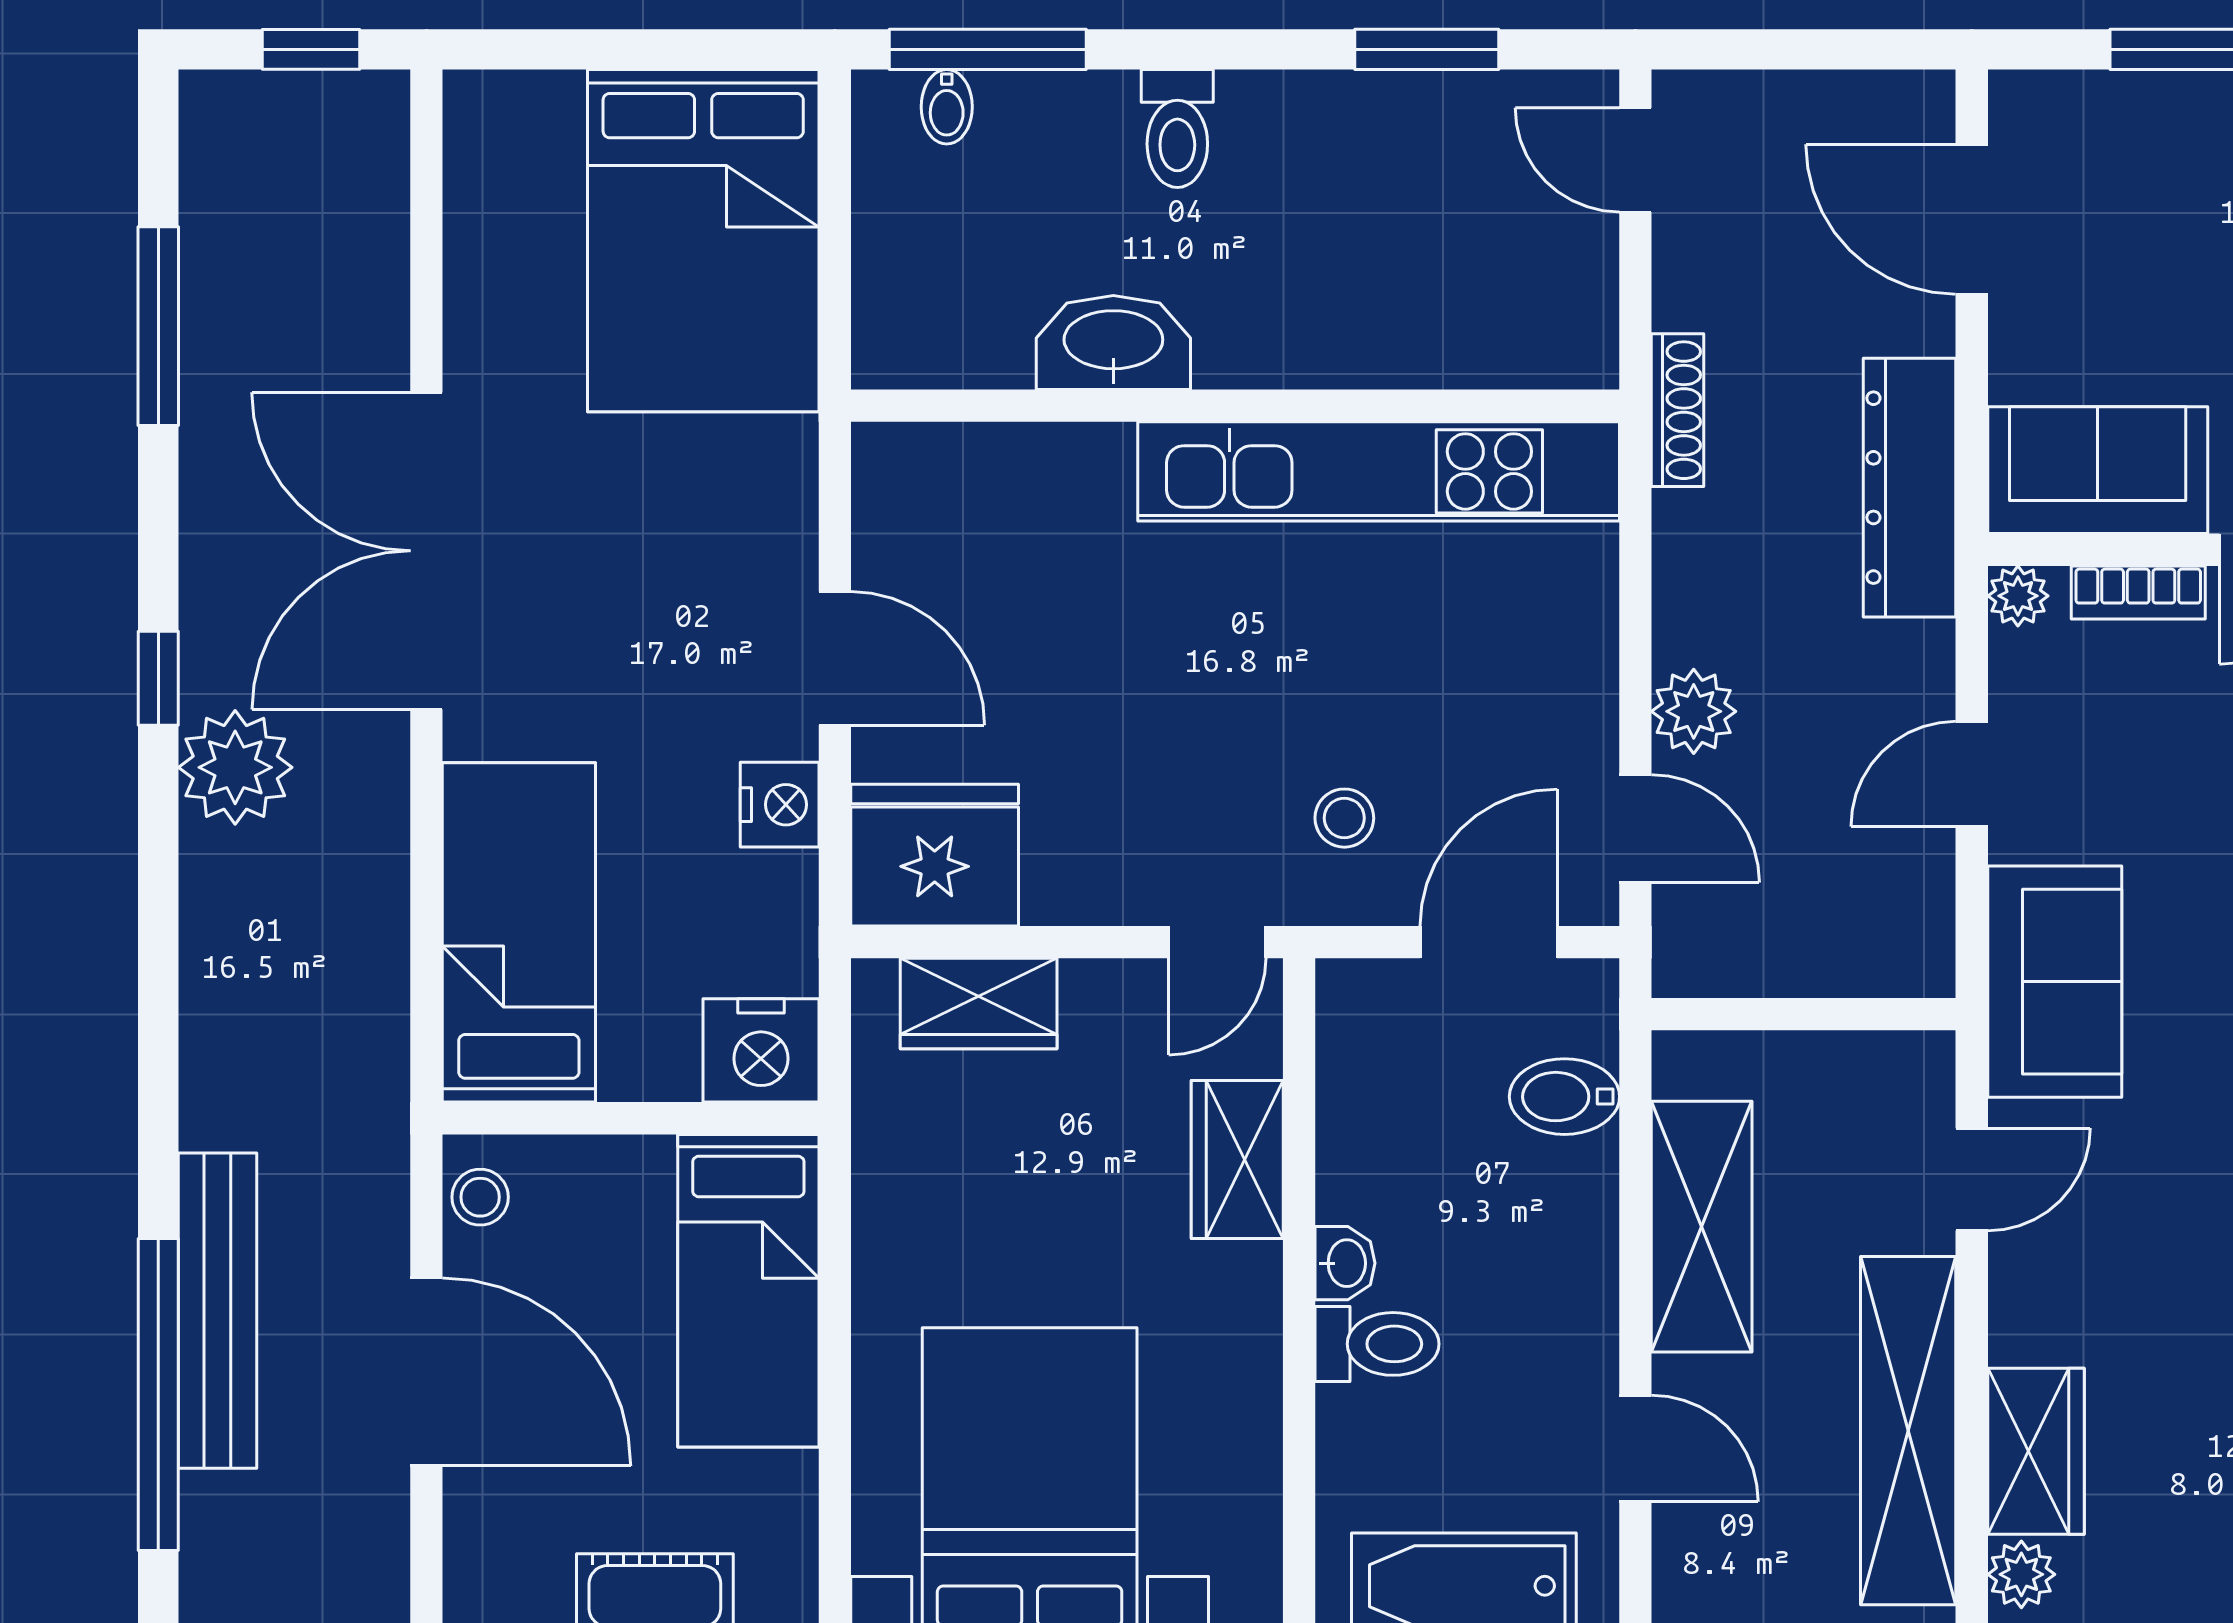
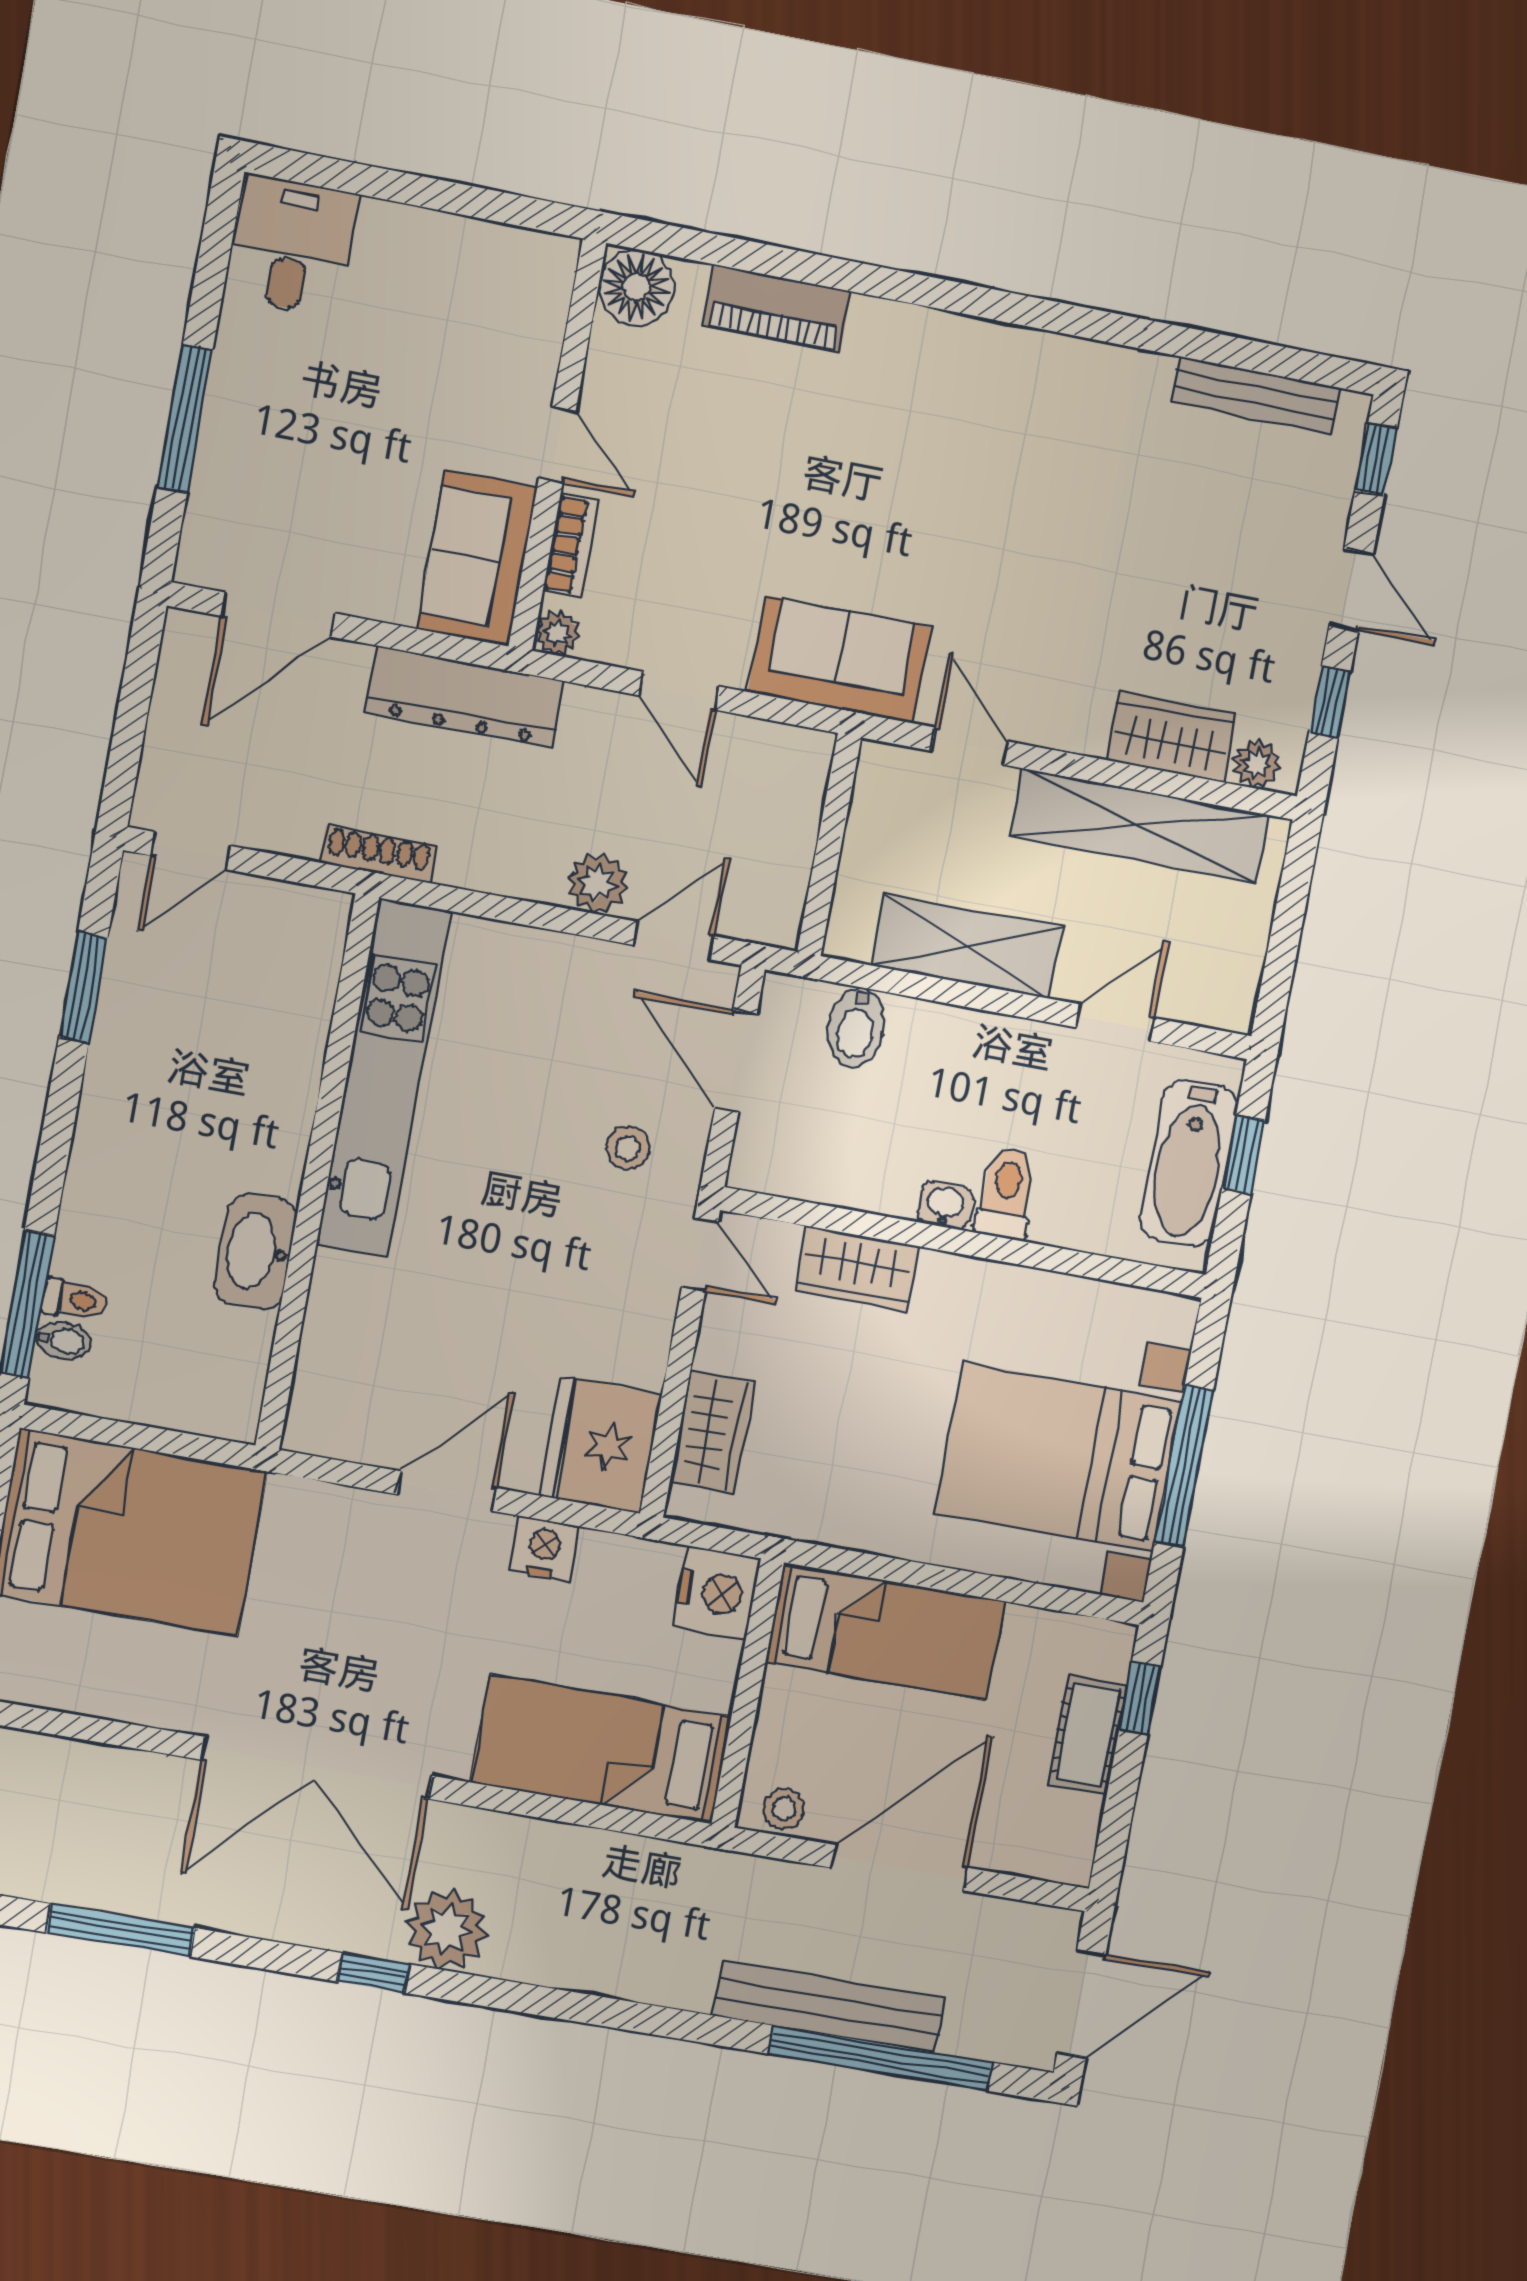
toilet: (1177, 128) -> (74, 1300), moved, width x0.73, depth x0.72

